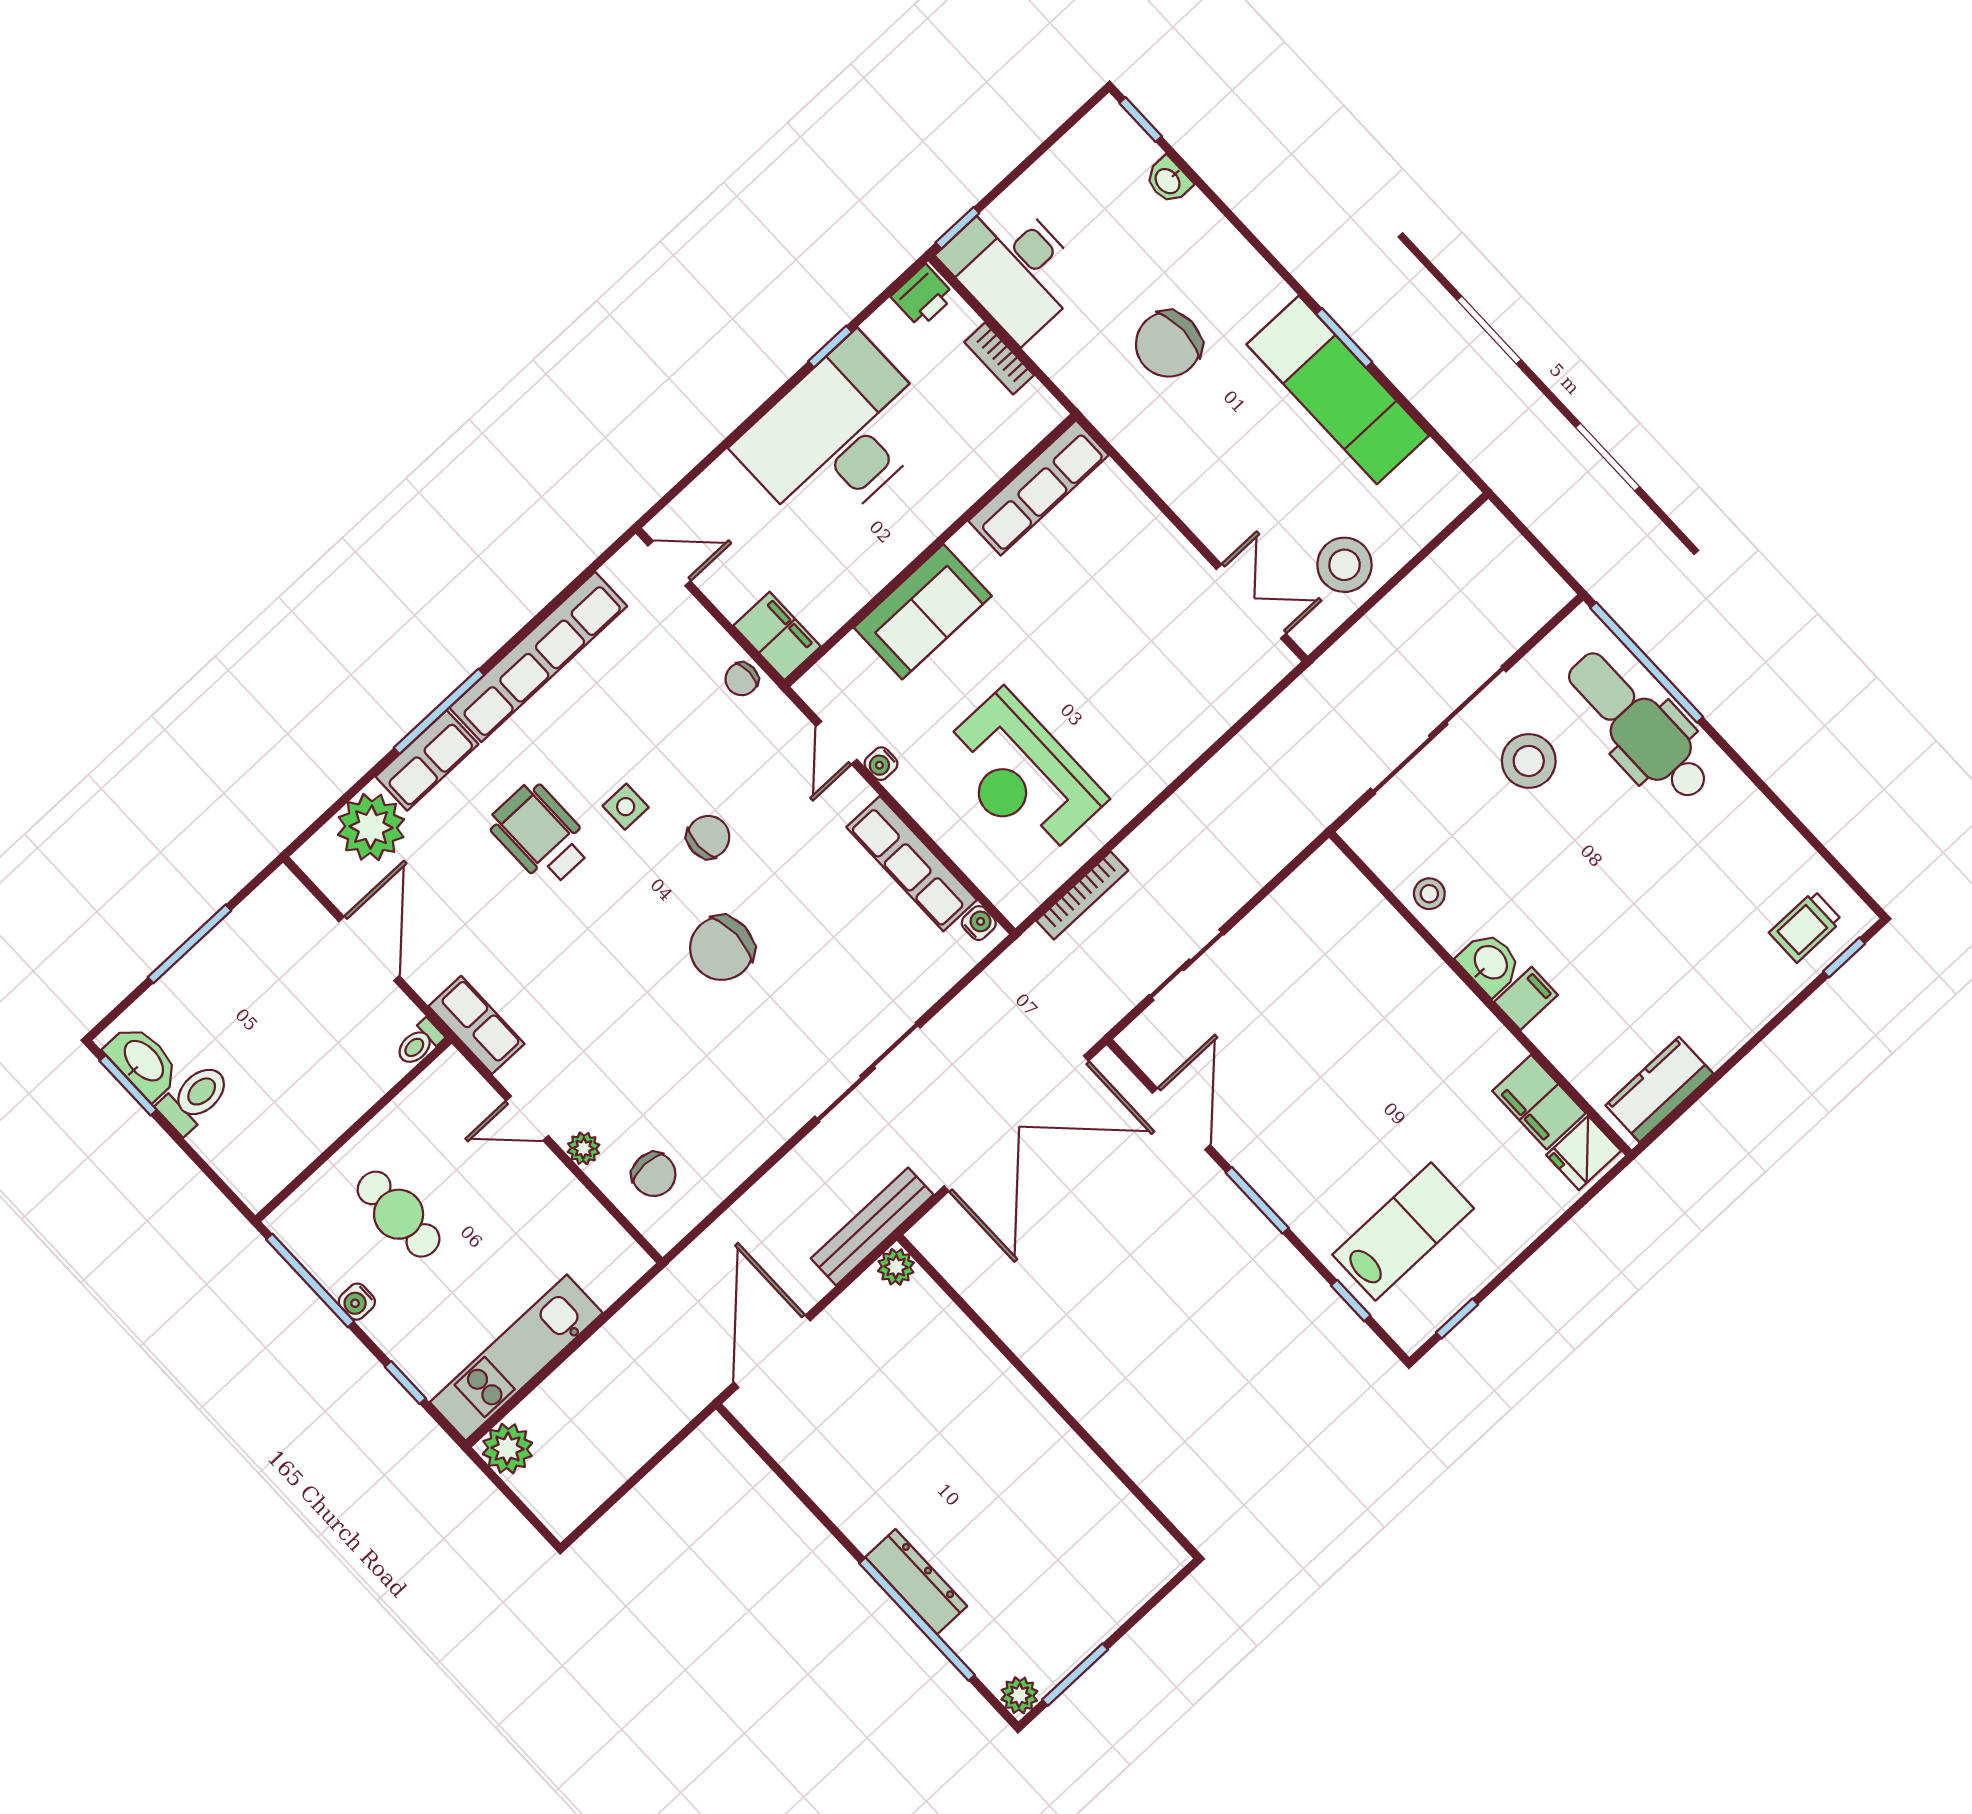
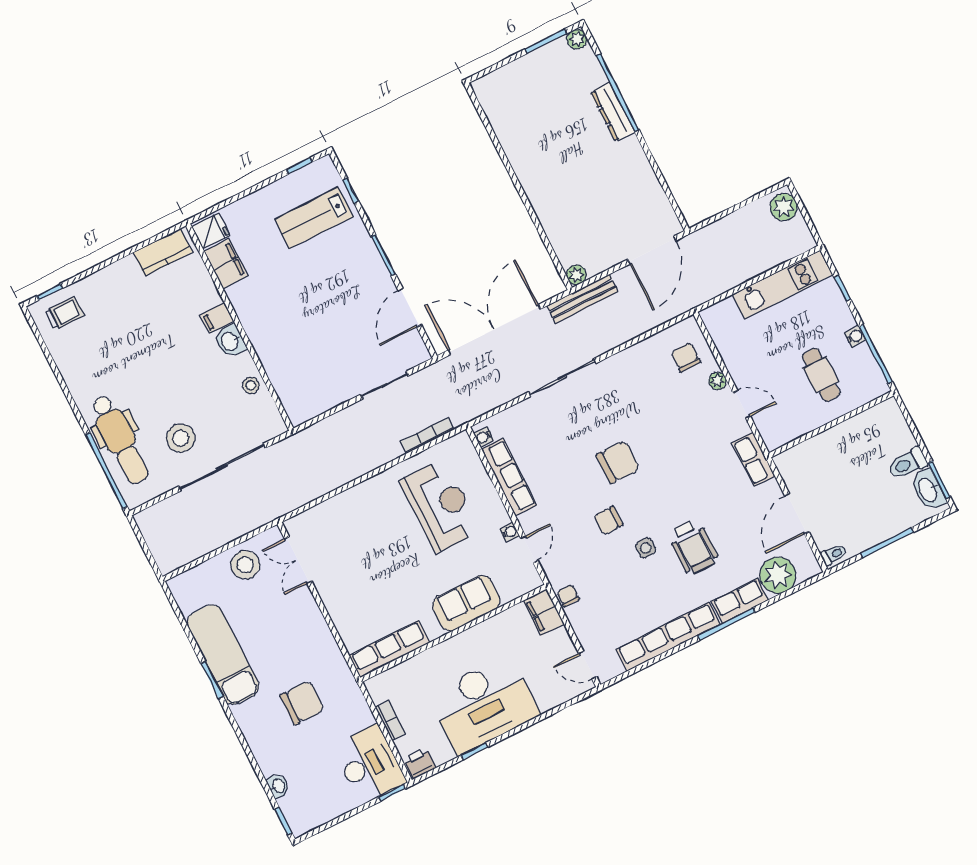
chair: (742, 679) -> (568, 596), turned -90
toilet: (419, 1043) -> (834, 554), moved
plant: (508, 1449) -> (784, 207), moved

